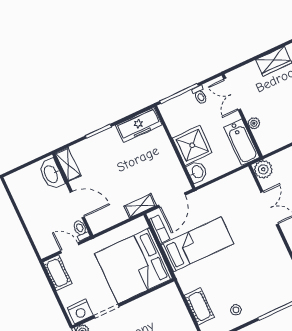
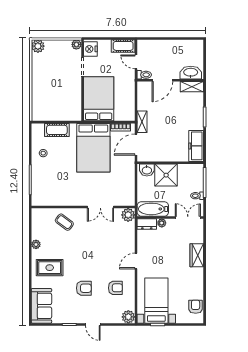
dresser: (264, 141) -> (147, 224), added
door: (172, 200) -> (136, 145), hinge flipped
bed: (197, 244) -> (93, 148), width x1.50
door: (70, 248) -> (136, 62), swing flipped
bed: (134, 266) -> (99, 99), width x0.73

